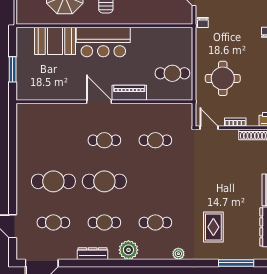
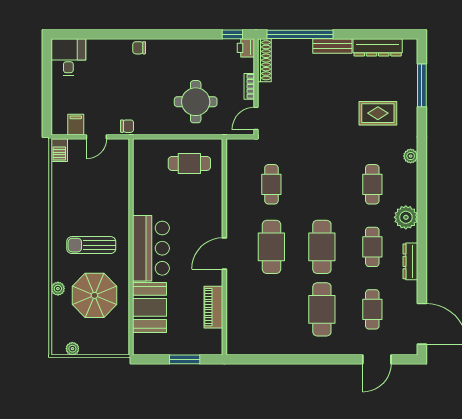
cafe table: (172, 73) -> (189, 163), turned 90
piano: (129, 93) -> (213, 307), moved
cafe table: (104, 140) -> (271, 247), width x1.37, depth x1.35

